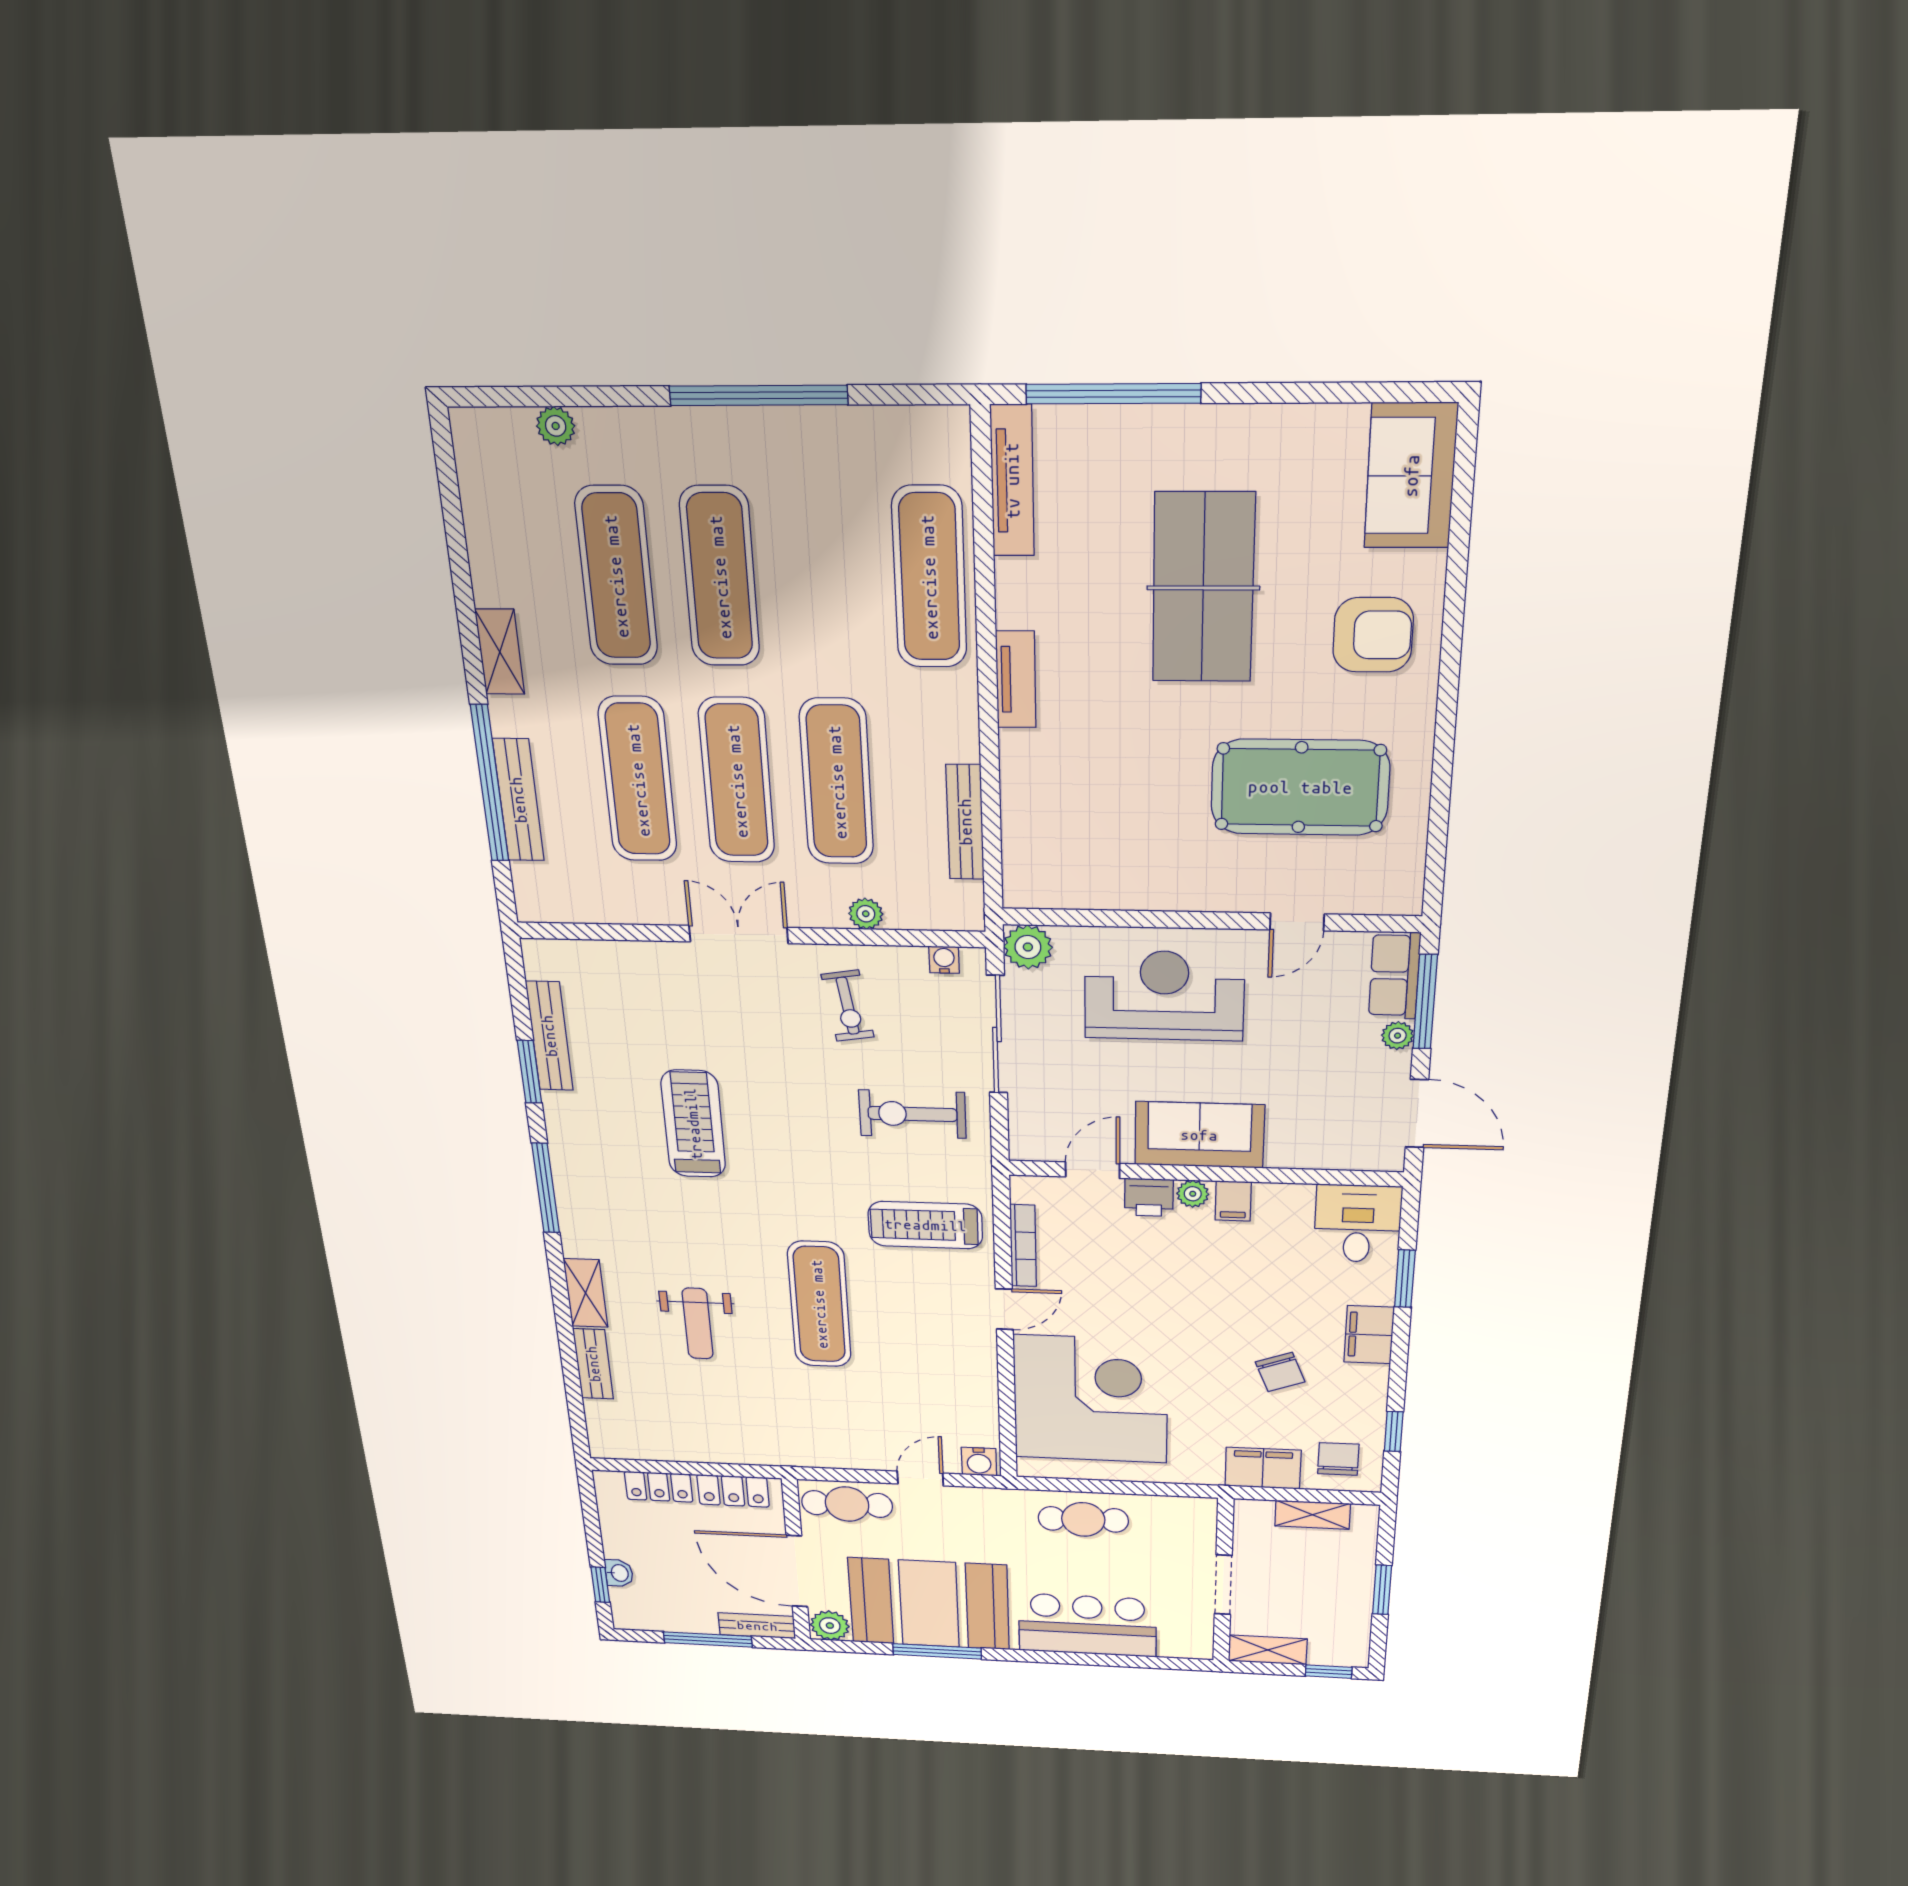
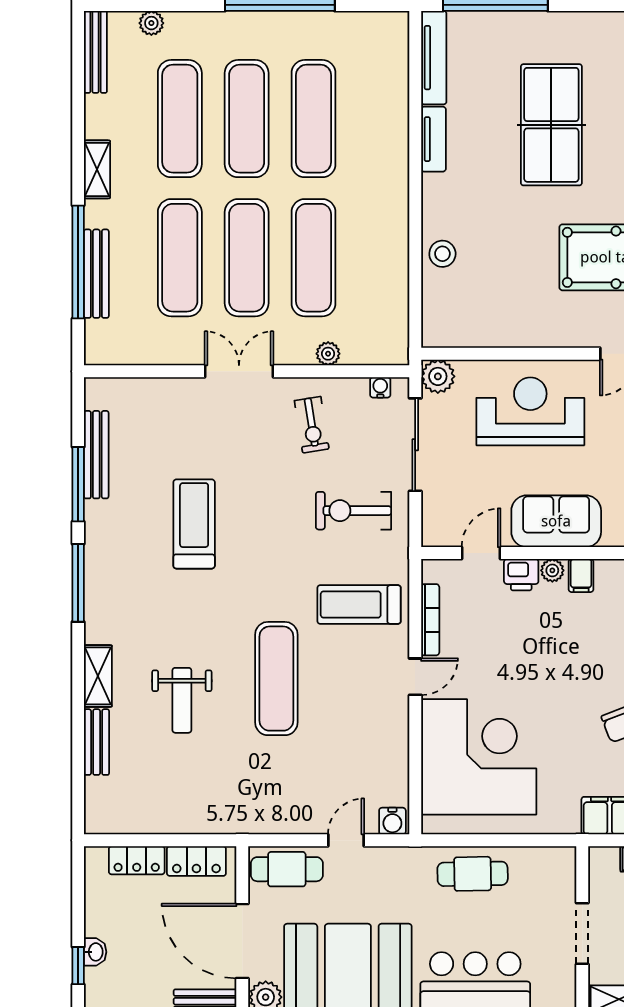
exercise mat: (929, 577) -> (314, 119), moved
tv unit: (1016, 680) -> (433, 139), moved
stool: (1032, 779) -> (442, 254), added
bench: (965, 822) -> (95, 52), moved
window: (530, 1072) -> (78, 484), width x1.44

